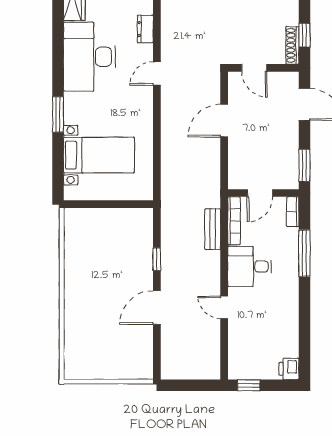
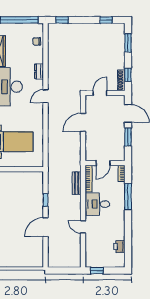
door: (254, 68) -> (100, 93), swing flipped
window: (304, 165) -> (128, 137), moved
printer: (289, 369) -> (119, 246), moved

